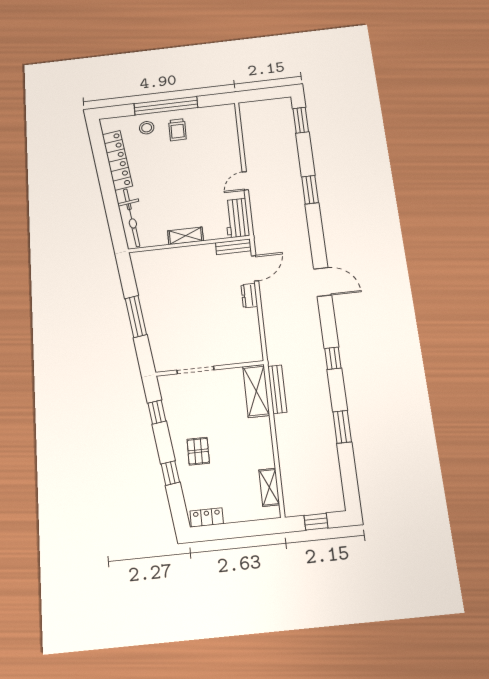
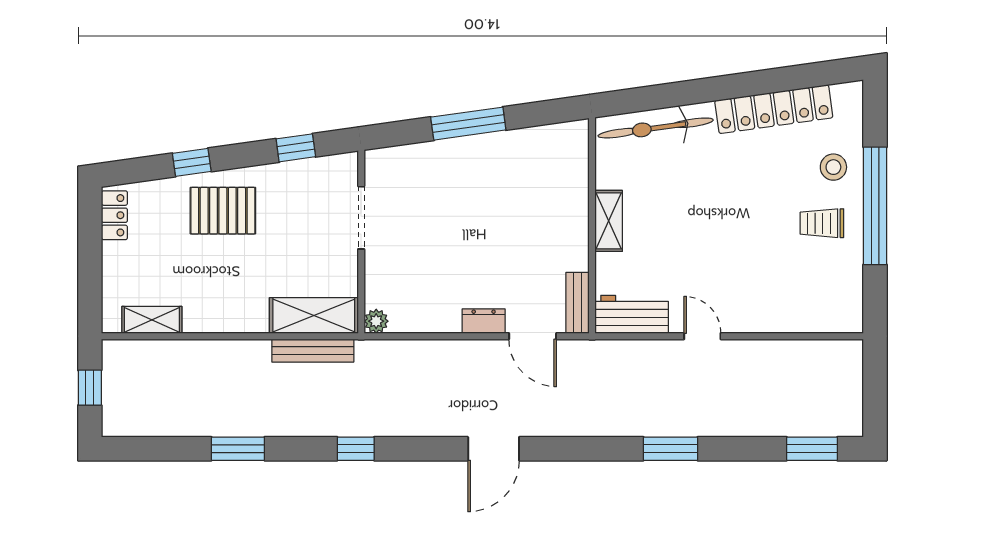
plant: (256, 355) -> (376, 321), added
pallet: (198, 451) -> (223, 211), width x1.50, depth x1.42

